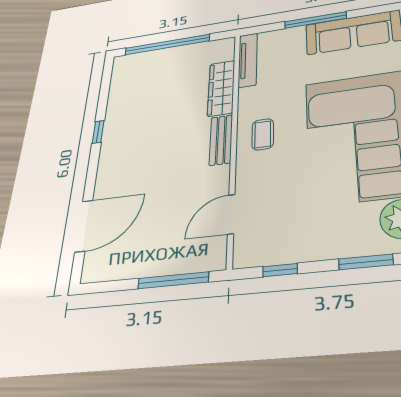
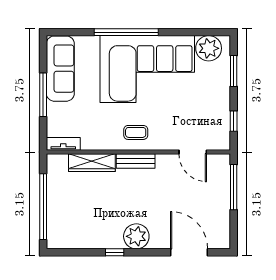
tv unit: (248, 60) -> (63, 144), width x0.71
plant: (116, 155) -> (136, 236), added

